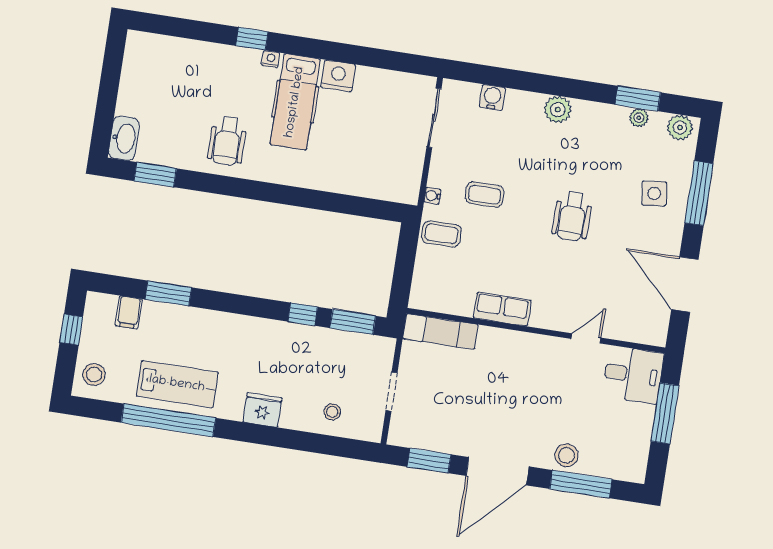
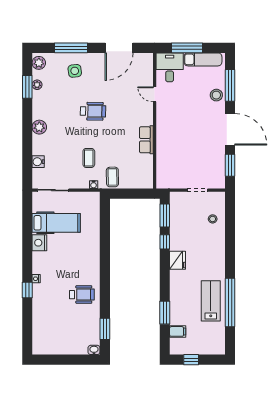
hospital bed: (295, 102) -> (56, 223), moved
washbasin: (124, 138) -> (94, 350), width x0.52, depth x0.69
exam couch: (440, 332) -> (203, 59), moved, turned 90
stool: (94, 375) -> (212, 344), removed
fridge: (262, 410) -> (178, 260), moved, turned 180

